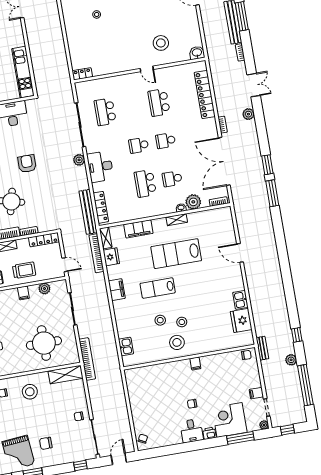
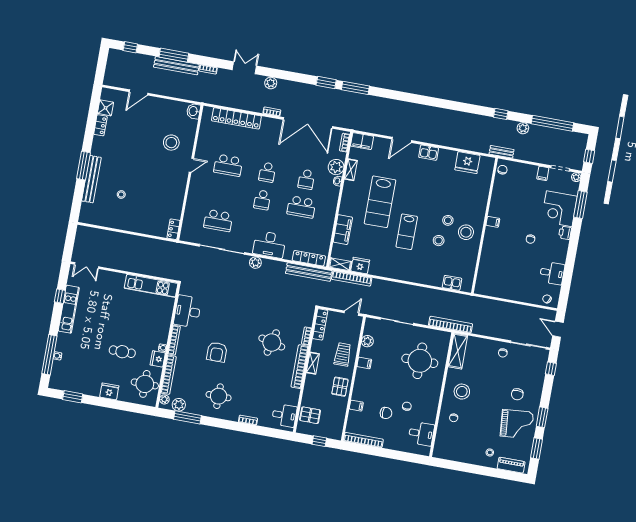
armchair: (27, 164) -> (241, 314), removed
shelving: (177, 220) -> (351, 170), moved
filing cabinet: (117, 290) -> (362, 141), moved, turned 180
kitchen sink: (240, 300) -> (429, 153), moved
desk: (192, 431) -> (552, 273), moved

